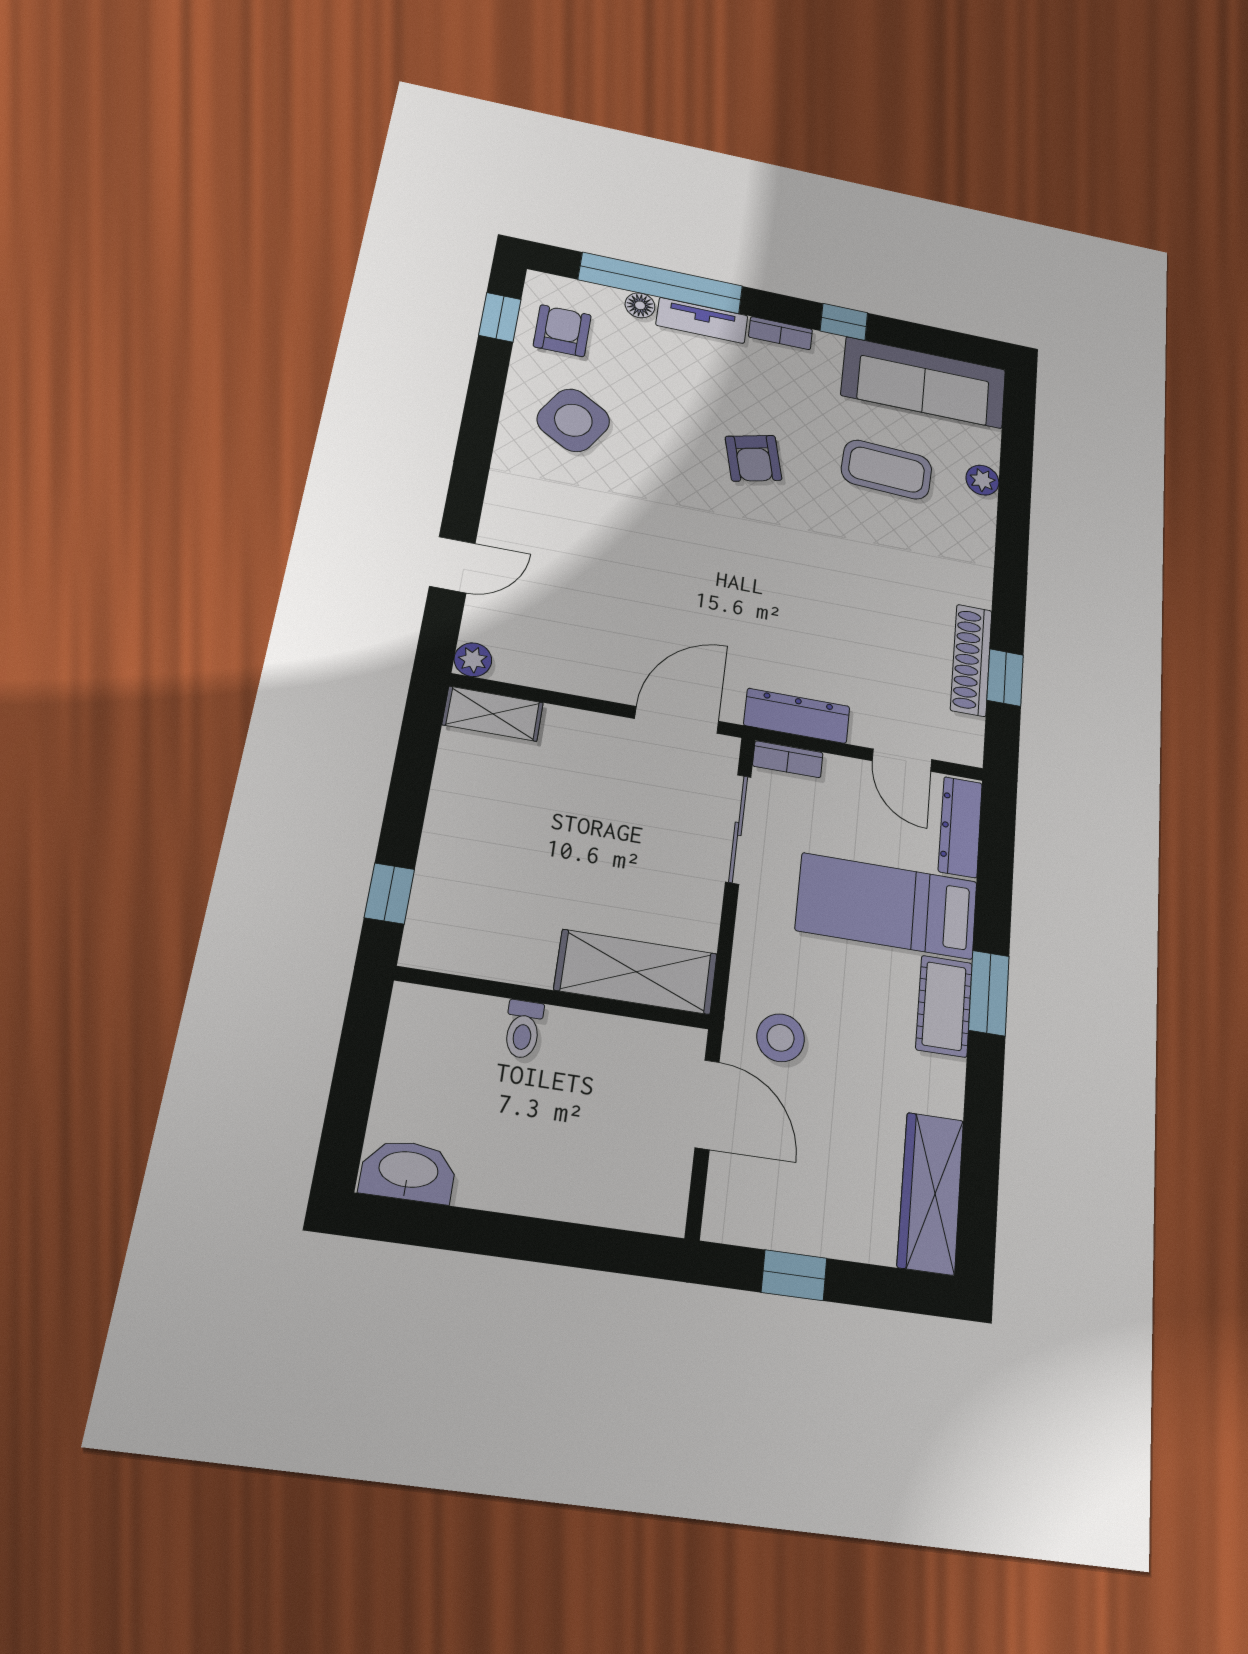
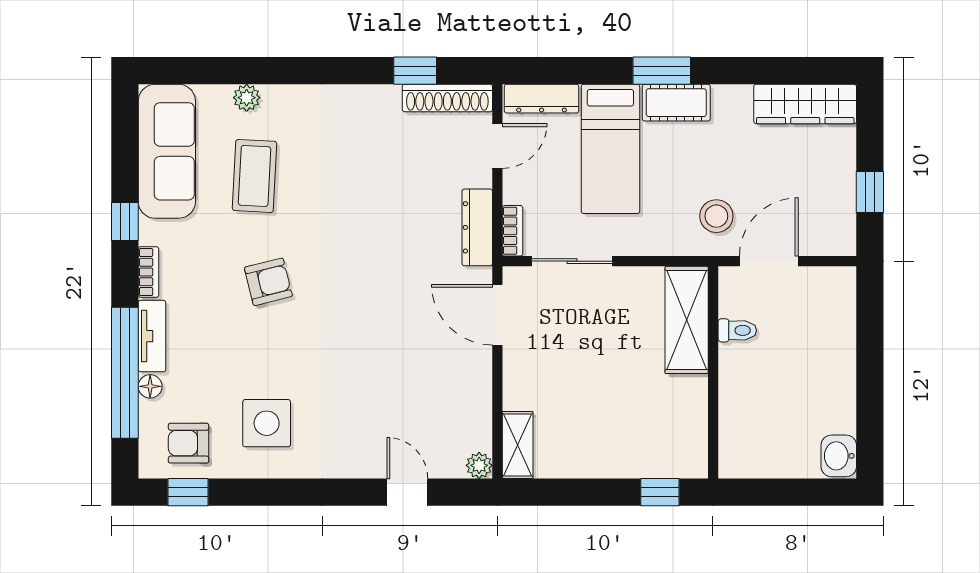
side table: (573, 420) -> (267, 423), turned -31
shoe rack: (971, 660) -> (447, 98), moved
toilet: (523, 1029) -> (737, 330), moved
washbasin: (408, 1171) -> (839, 456), width x0.72

